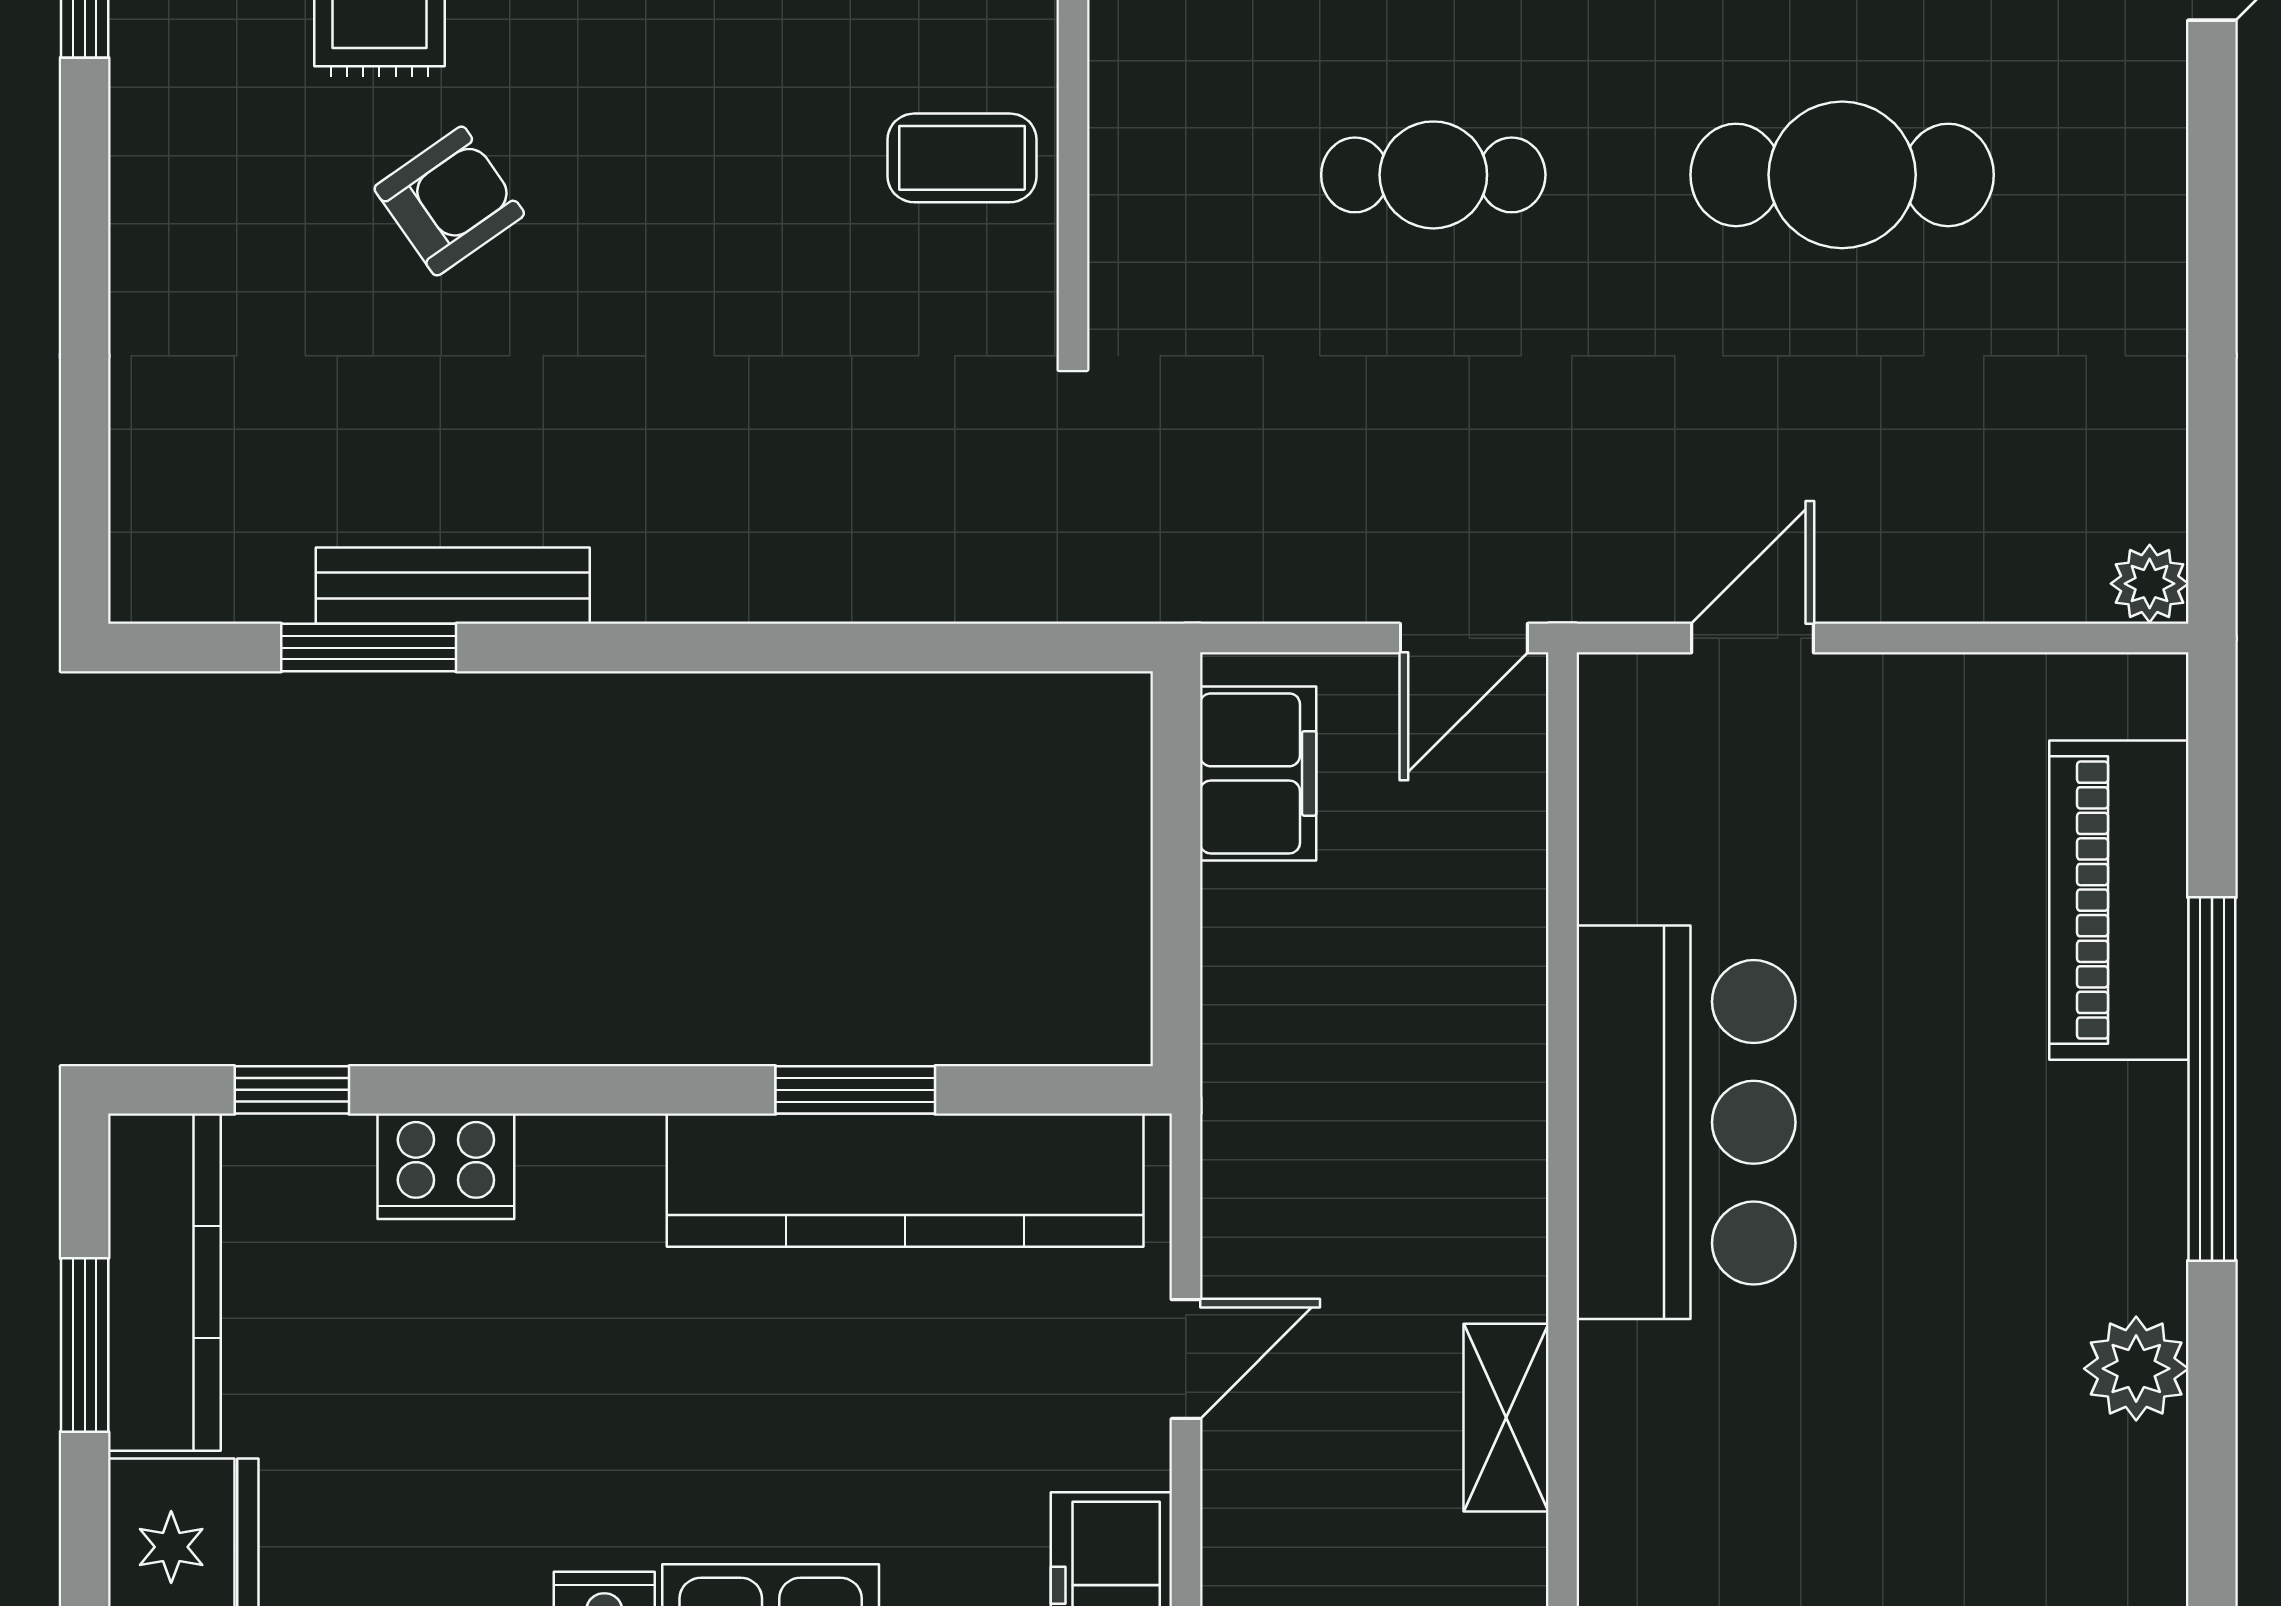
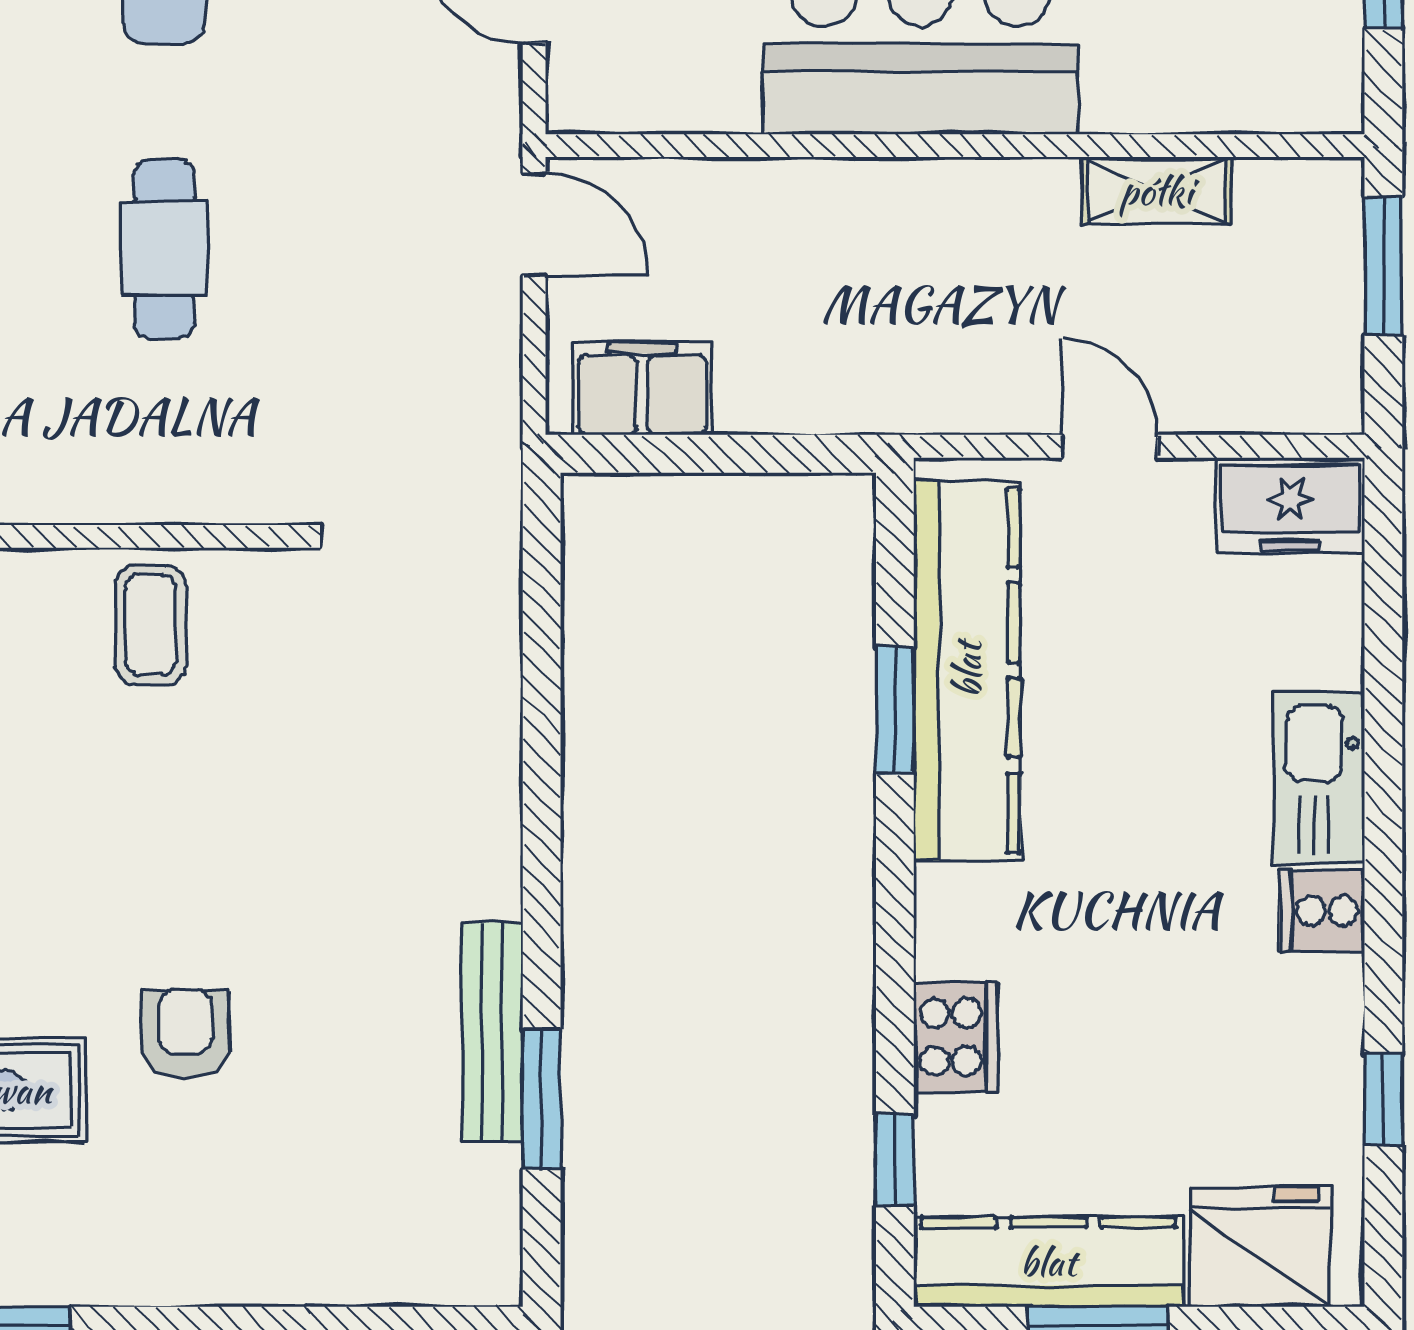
armchair: (449, 201) -> (185, 1034), turned 35

